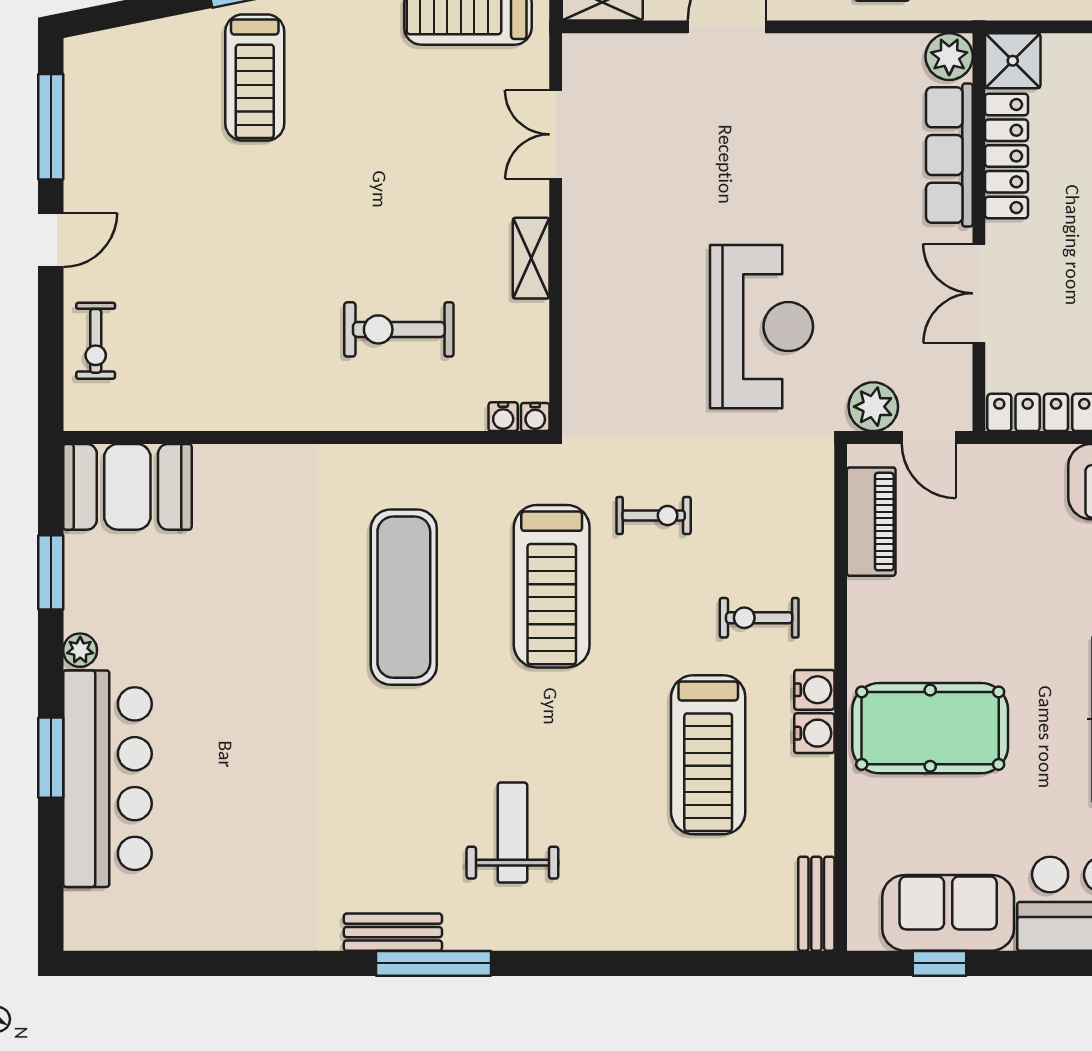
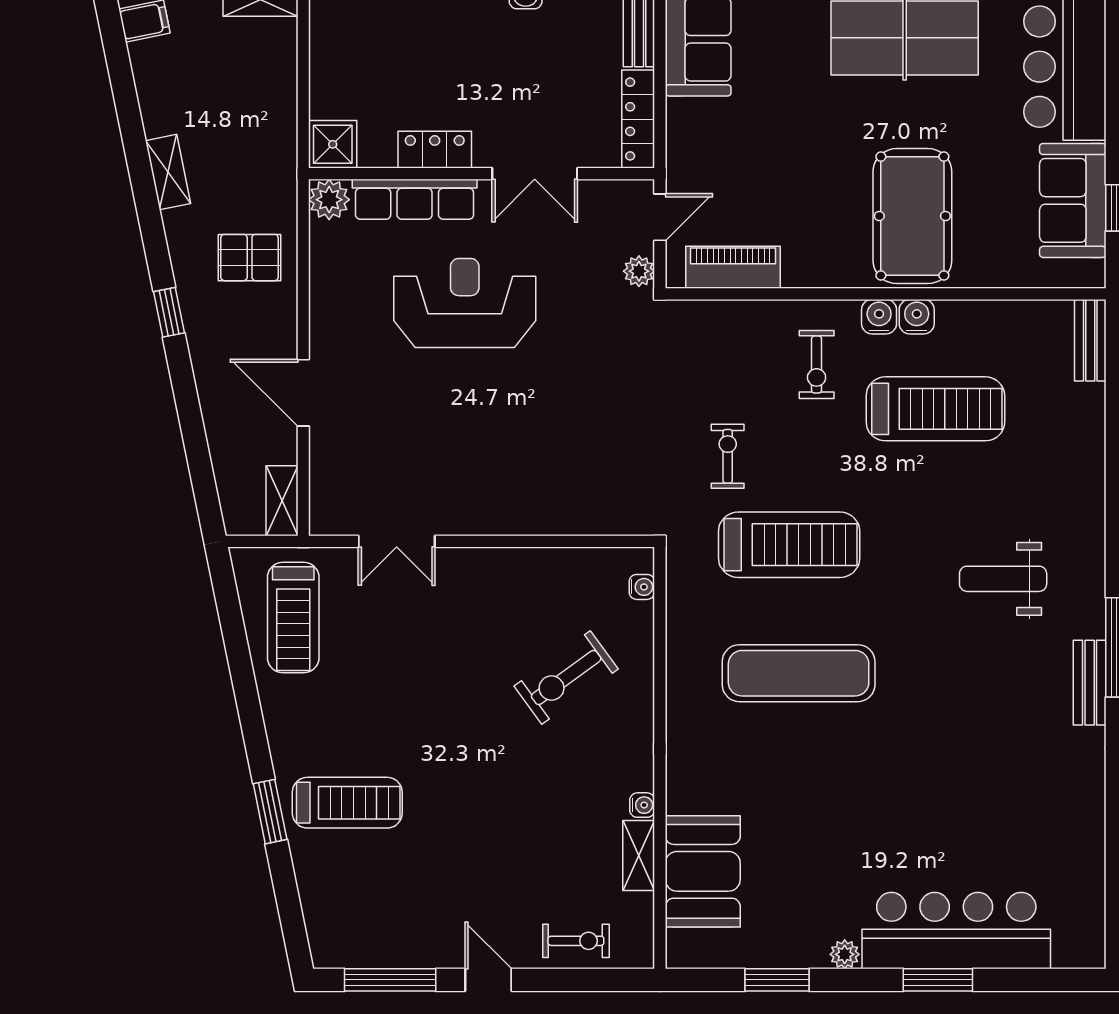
locker: (1006, 156) -> (435, 150), width x0.66
shelving: (531, 258) -> (639, 855), moved, turned 90
reception desk: (762, 327) -> (465, 303), moved
exercise bike: (399, 329) -> (566, 677), turned 54
plant: (873, 407) -> (639, 271), width x0.73, depth x0.73
water cooler: (535, 417) -> (642, 805), moved
booth: (127, 487) -> (703, 871), moved
bench: (816, 904) -> (1090, 340), moved, turned 90

